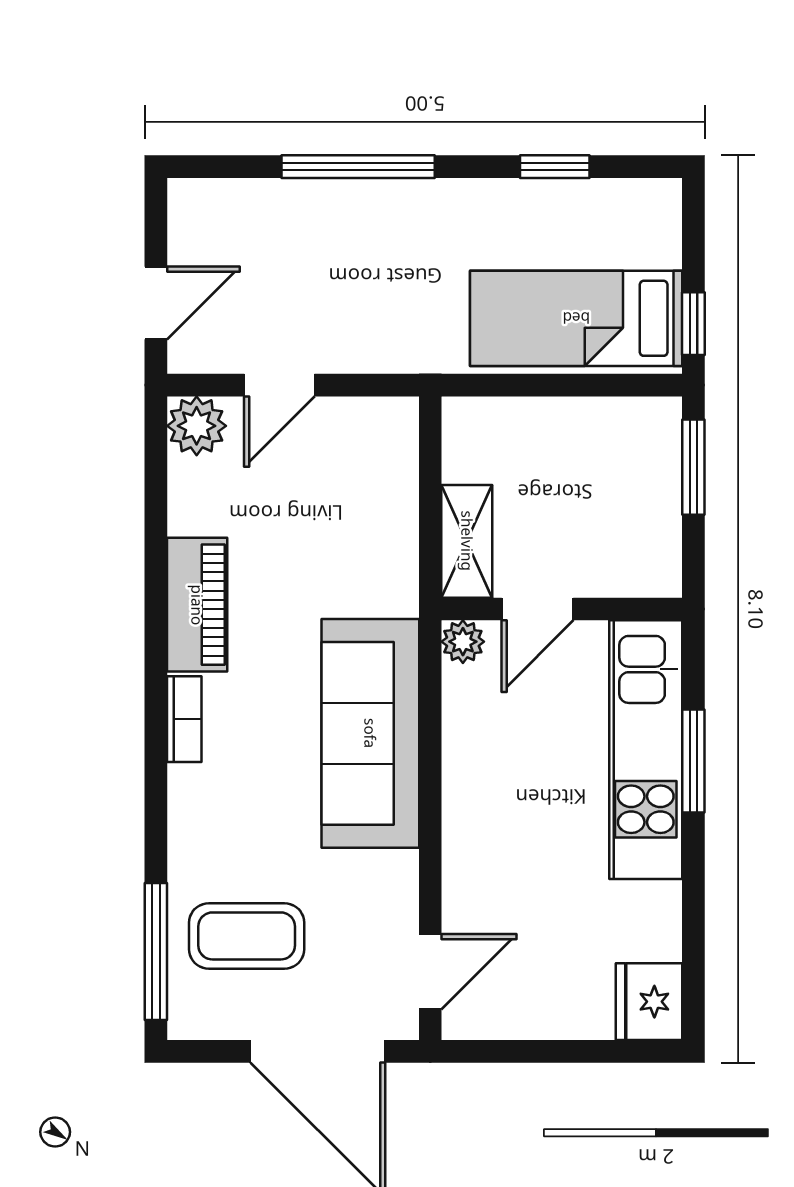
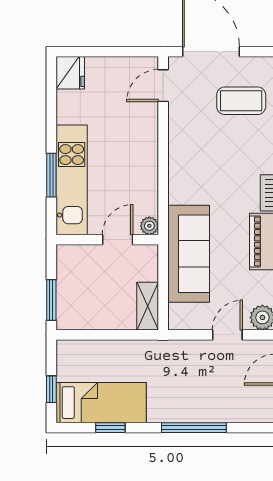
bed: (576, 318) -> (101, 403), moved
window: (693, 324) -> (51, 389), moved
shelving: (467, 541) -> (148, 306), moved
sofa: (370, 733) -> (189, 254), moved

